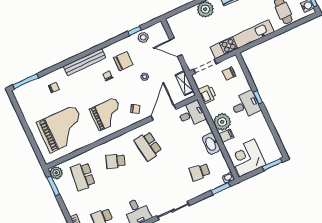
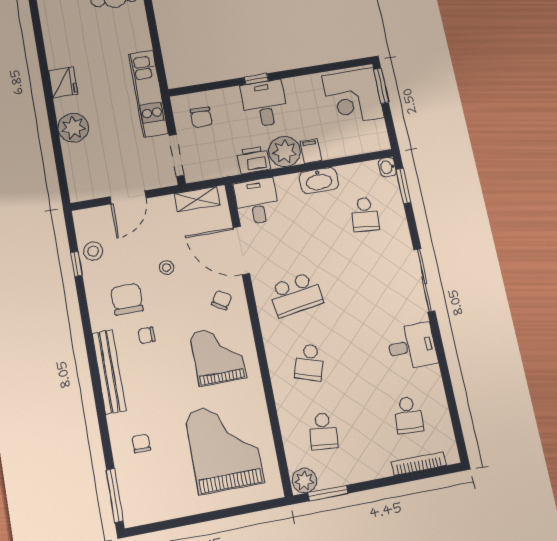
kitchen unit: (242, 39) -> (148, 94), width x0.73
printer: (207, 94) -> (253, 160), moved
corner desk: (247, 158) -> (353, 97), moved
school desk: (83, 176) -> (323, 431), width x0.54

